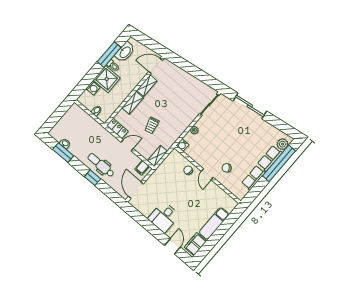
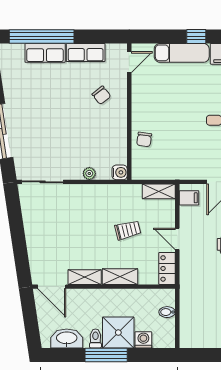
window: (109, 55) -> (106, 355), moved
plant: (282, 144) -> (15, 52), removed
door: (207, 174) -> (129, 62), moved
window: (216, 237) -> (196, 36), added

